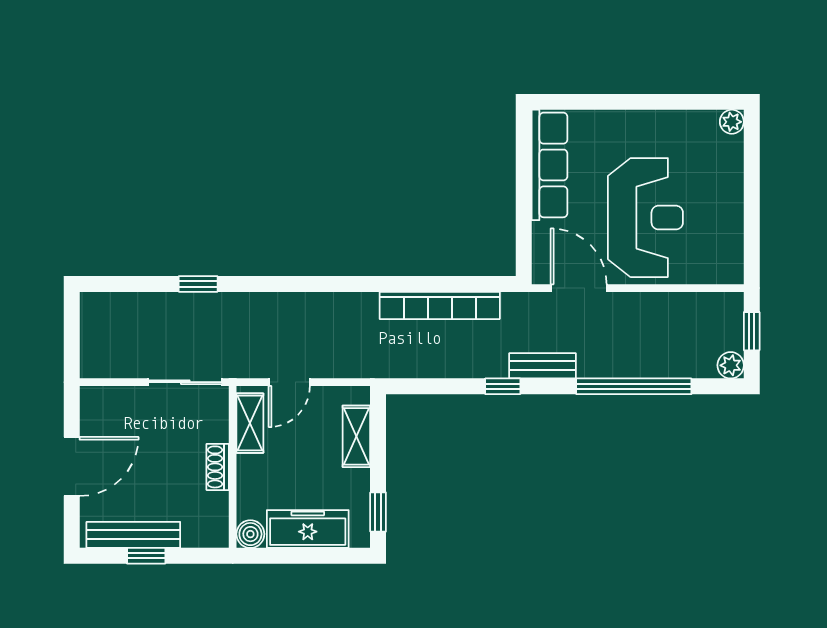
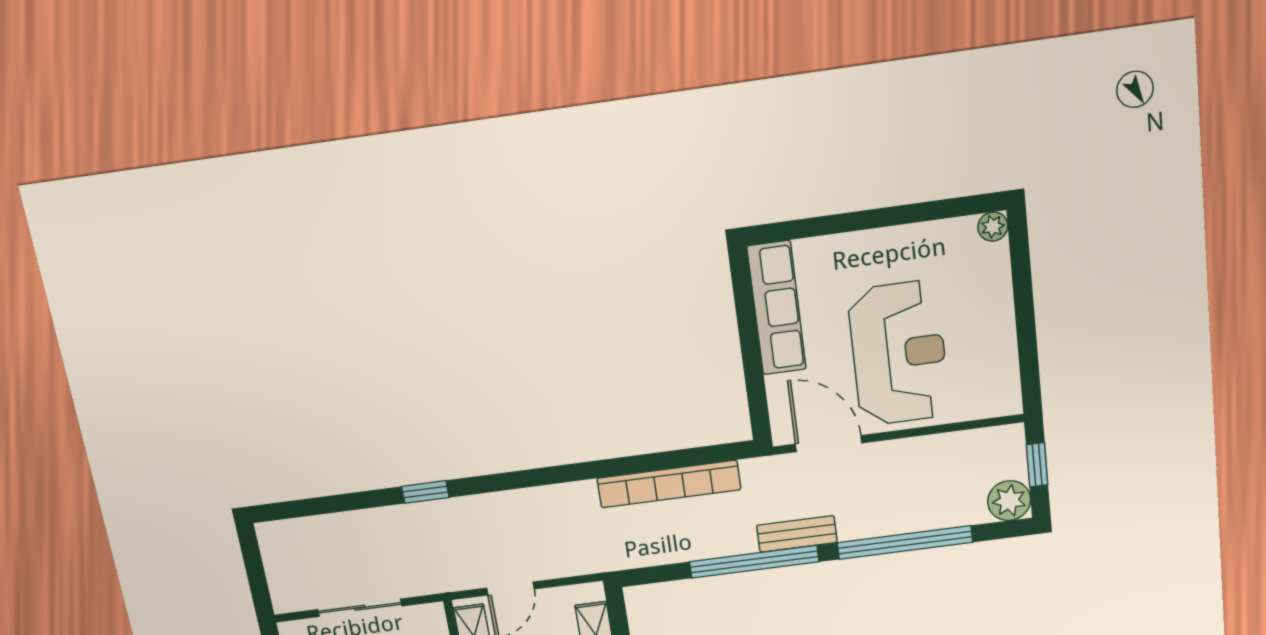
window: (198, 284) -> (425, 492), moved
plant: (731, 365) -> (1009, 501), width x1.38, depth x1.38
sliding door: (185, 382) -> (360, 608), moved
window: (503, 386) -> (754, 562), width x3.17

